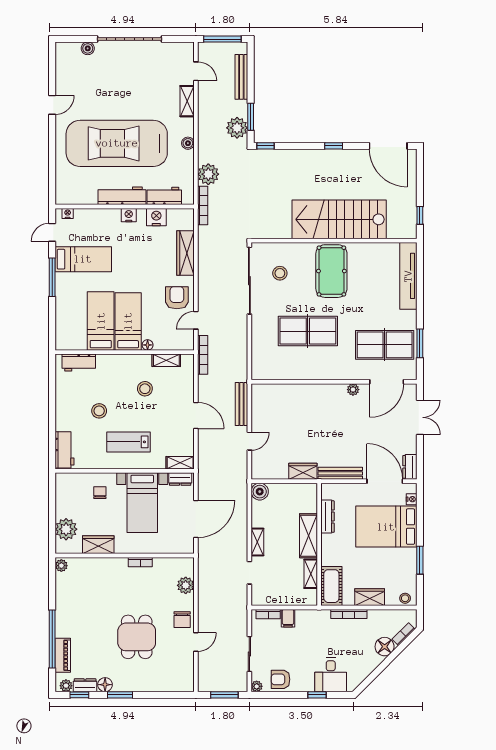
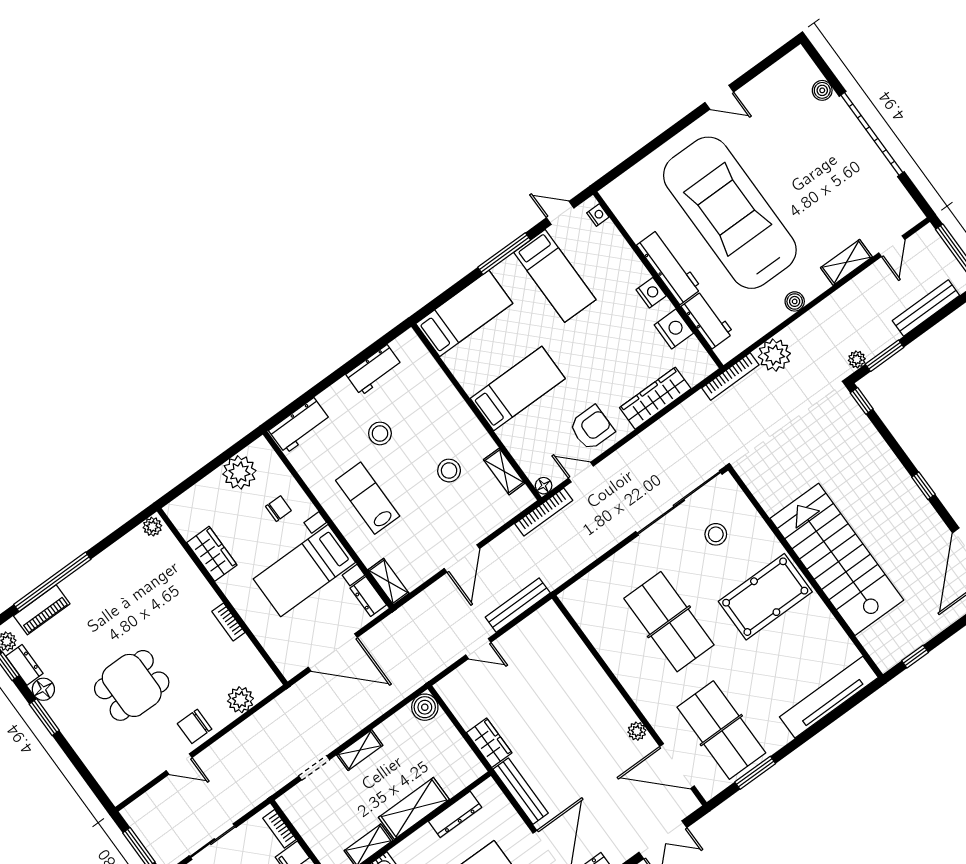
plant: (237, 128) -> (857, 359), width x0.53, depth x0.53
bed: (101, 321) -> (464, 313), moved
floor lamp: (148, 345) -> (544, 486), moved
workbench: (79, 362) -> (374, 370), moved, turned -90
plant: (66, 529) -> (239, 472), moved

